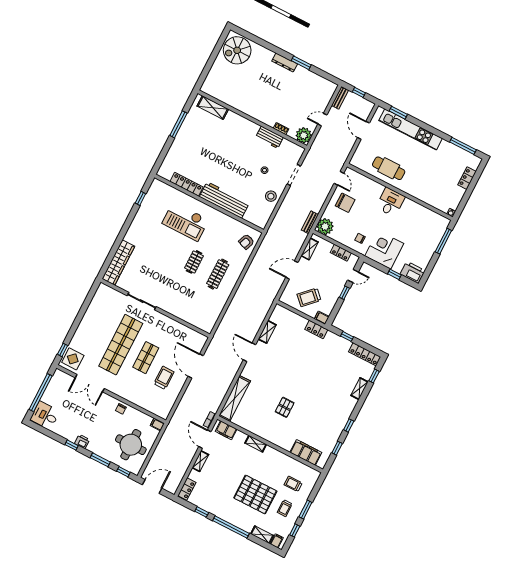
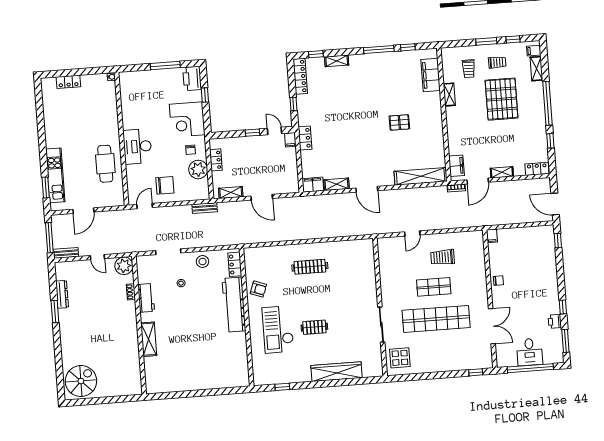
spiral stairs: (237, 50) -> (81, 381), turned -90
dresser: (285, 62) -> (62, 294), moved
window: (359, 92) -> (49, 238), width x2.17
shelving: (213, 108) -> (149, 339), moved
window: (178, 124) -> (188, 394), removed
kitchen unit: (411, 129) -> (55, 175), width x0.73
window: (463, 146) -> (39, 105), removed
locker: (187, 184) -> (235, 264), moved, width x0.66
desk: (390, 202) -> (137, 146), width x1.37
chair: (345, 203) -> (165, 185), turned 90
checkout: (185, 221) -> (278, 329), turned 180
plant: (325, 227) -> (198, 169), moved
window: (443, 241) -> (165, 66), moved
armchair: (246, 242) -> (258, 289), moved
clothes rail: (194, 262) -> (314, 327), moved
wardrobe: (118, 263) -> (336, 372), moved
door: (353, 276) -> (274, 131), moved
trolley: (309, 297) -> (278, 164), removed
filing cabinet: (278, 314) -> (313, 185), added
door: (250, 352) -> (367, 189), hinge flipped
display table: (73, 359) -> (400, 358), moved
door: (196, 366) -> (412, 233), width x0.53
desk: (45, 415) -> (530, 352), moved
window: (349, 425) -> (379, 49), width x2.17
printer: (82, 441) -> (555, 321), moved
shelving: (256, 444) -> (449, 95), moved
round table: (131, 445) -> (527, 250), removed
window: (100, 460) -> (565, 341), moved

